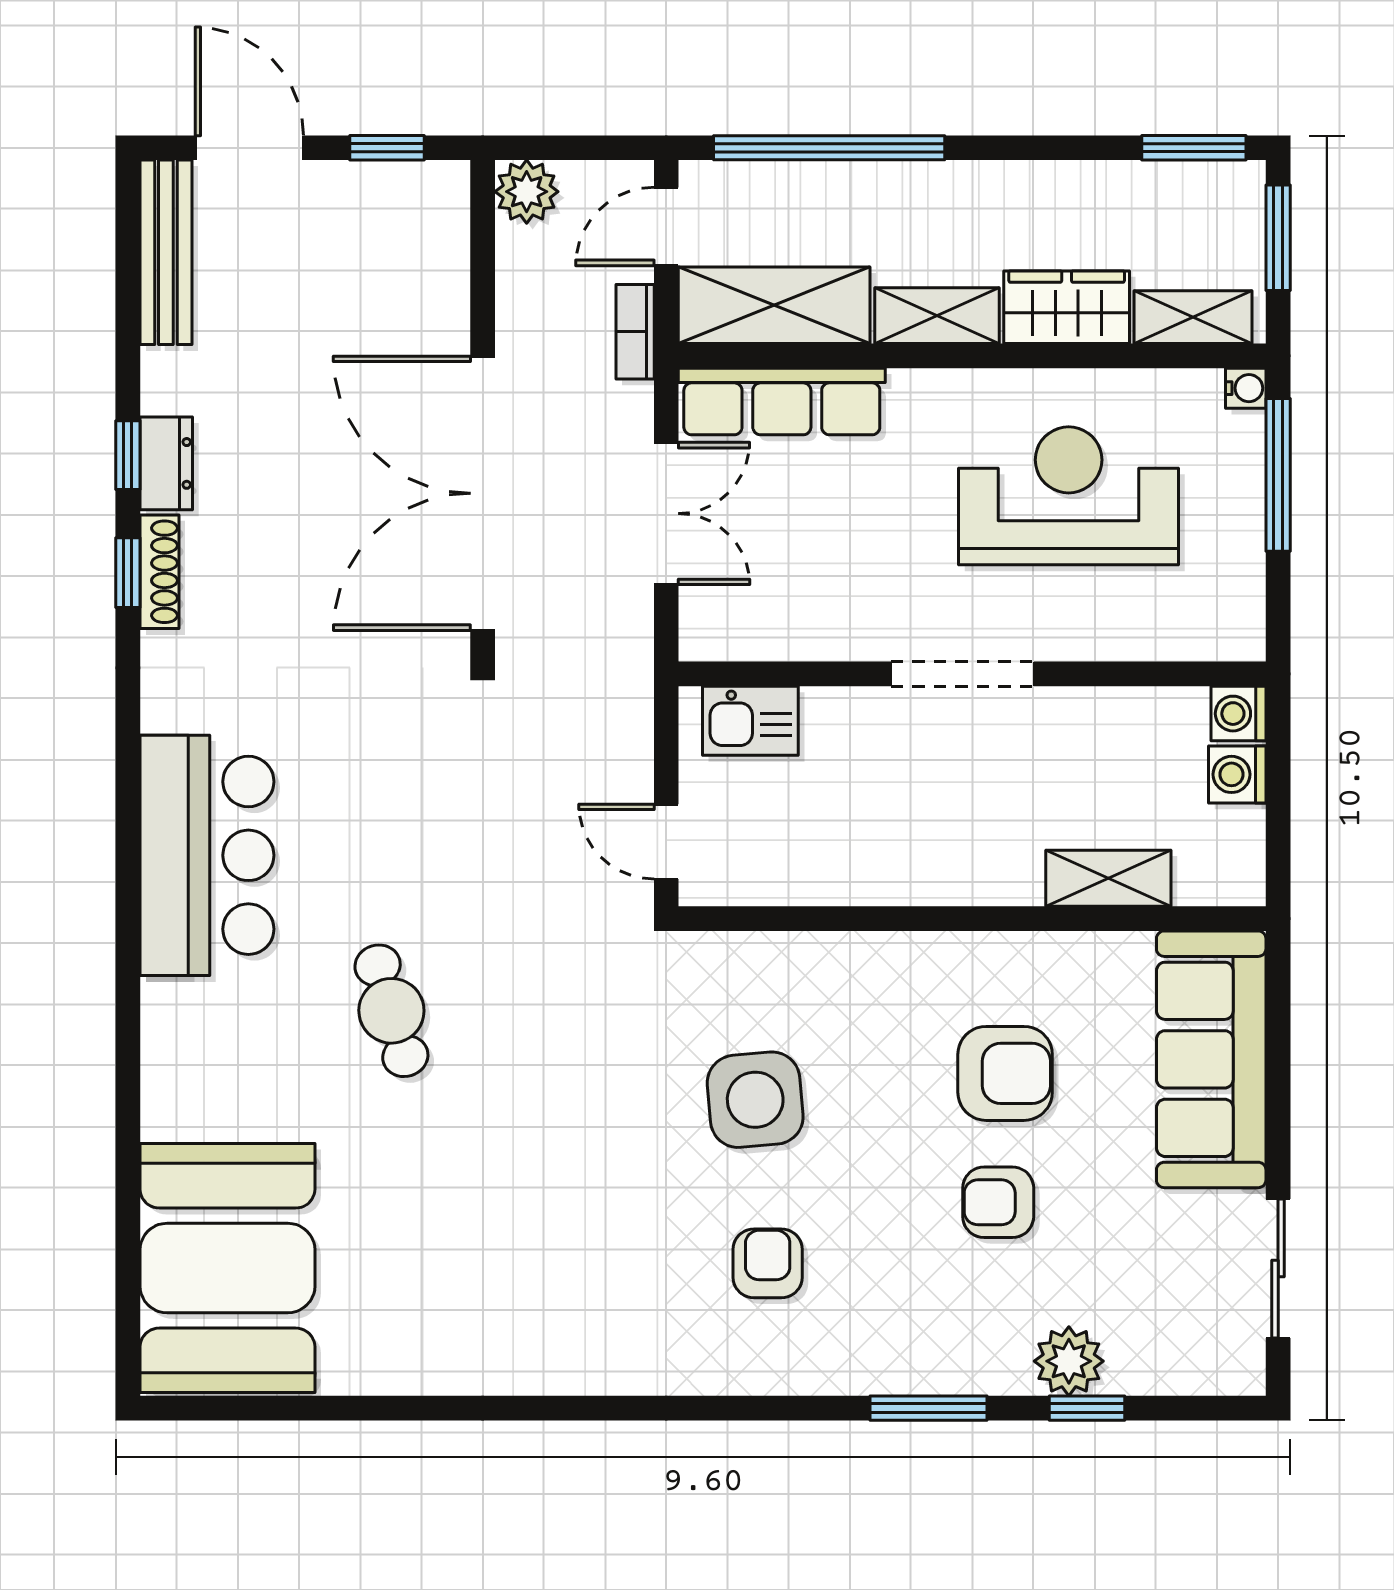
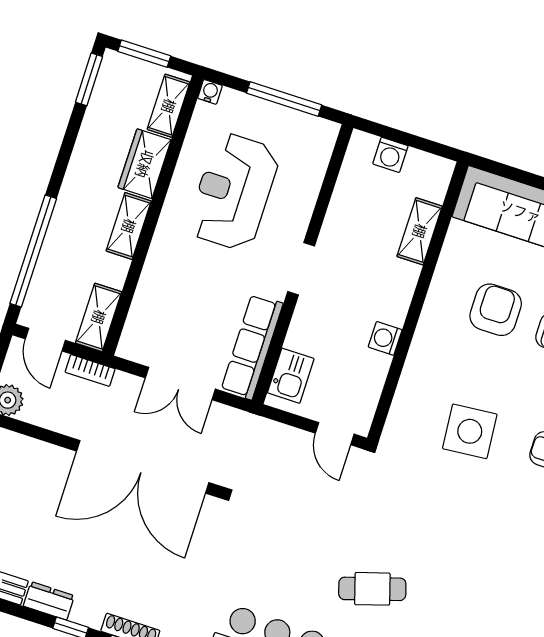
shelving: (774, 305) -> (99, 317), width x0.67, depth x0.75
row of seats: (782, 401) -> (252, 347), moved, turned 180
dresser: (166, 463) -> (49, 601), moved
window: (1278, 475) -> (284, 99), moved
double door: (666, 513) -> (180, 384), swing flipped
doorway: (962, 674) -> (301, 269), width x0.73
washing machine: (1238, 714) -> (385, 338), moved, turned 90
door: (666, 842) -> (335, 434), hinge flipped

